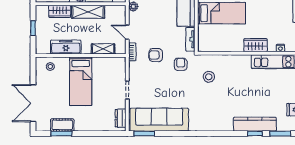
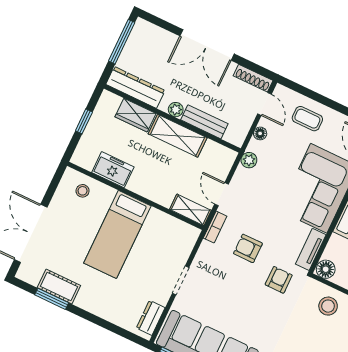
floor lamp: (204, 46) -> (326, 269), added
freezer: (66, 47) -> (113, 170), width x0.71
shelving: (103, 49) -> (190, 210), moved
stool: (209, 77) -> (328, 306), moved

